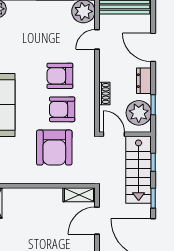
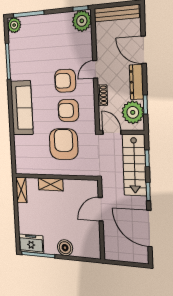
door: (97, 39) -> (95, 69), moved
dresser: (144, 81) -> (136, 82), width x1.44
armchair: (54, 148) -> (64, 144), turned 180
shelving: (79, 195) -> (51, 184), moved

